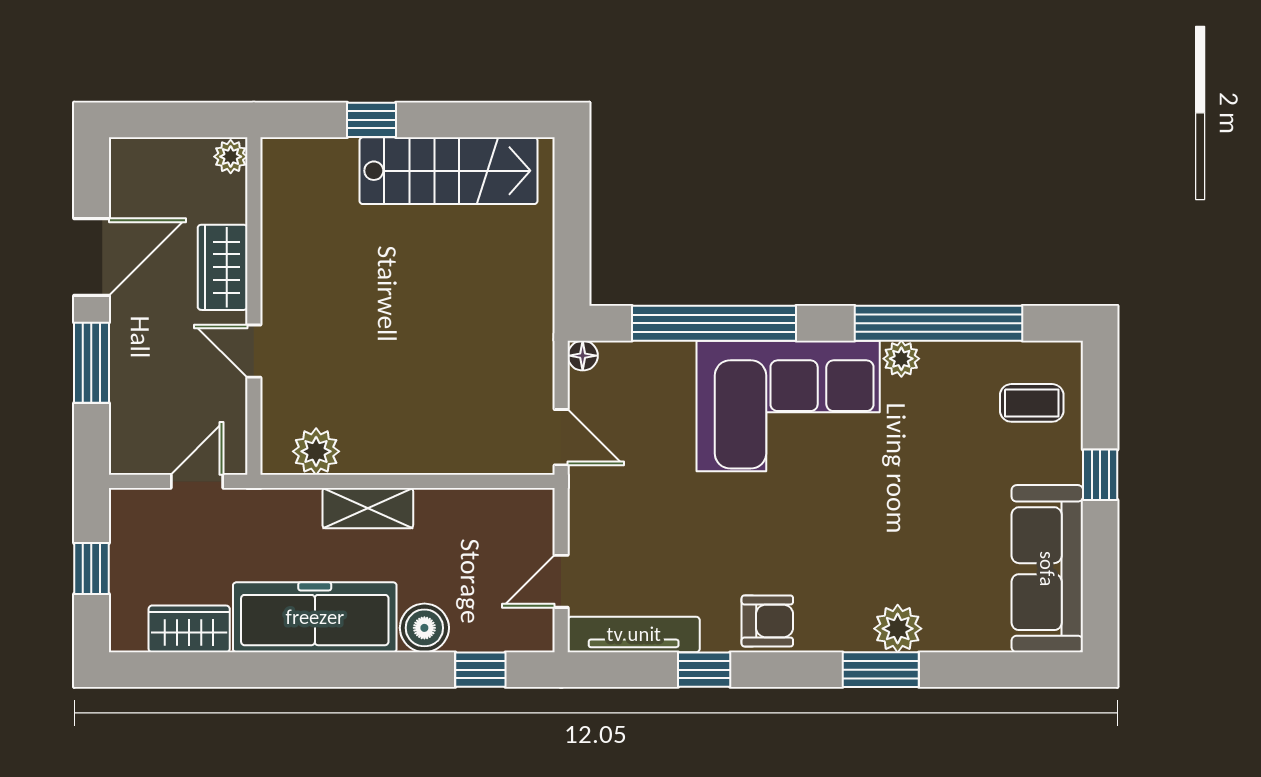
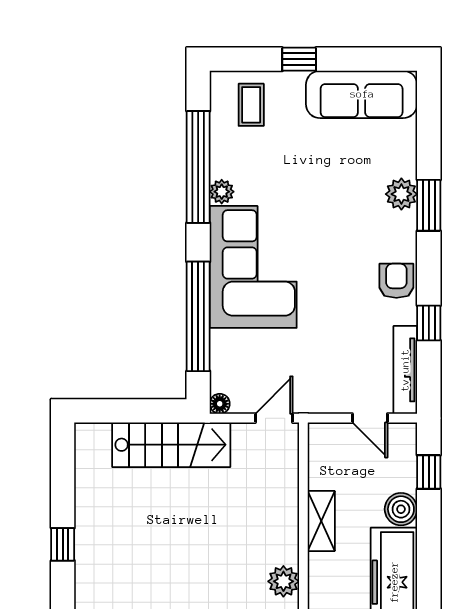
stairs: (448, 171) -> (171, 445), moved, turned 90
shelving: (368, 508) -> (321, 521), moved

